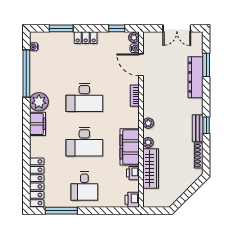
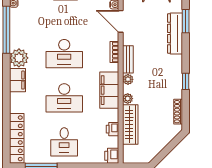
bench: (198, 128) -> (128, 59), moved
filing cabinet: (130, 147) -> (109, 90), moved

